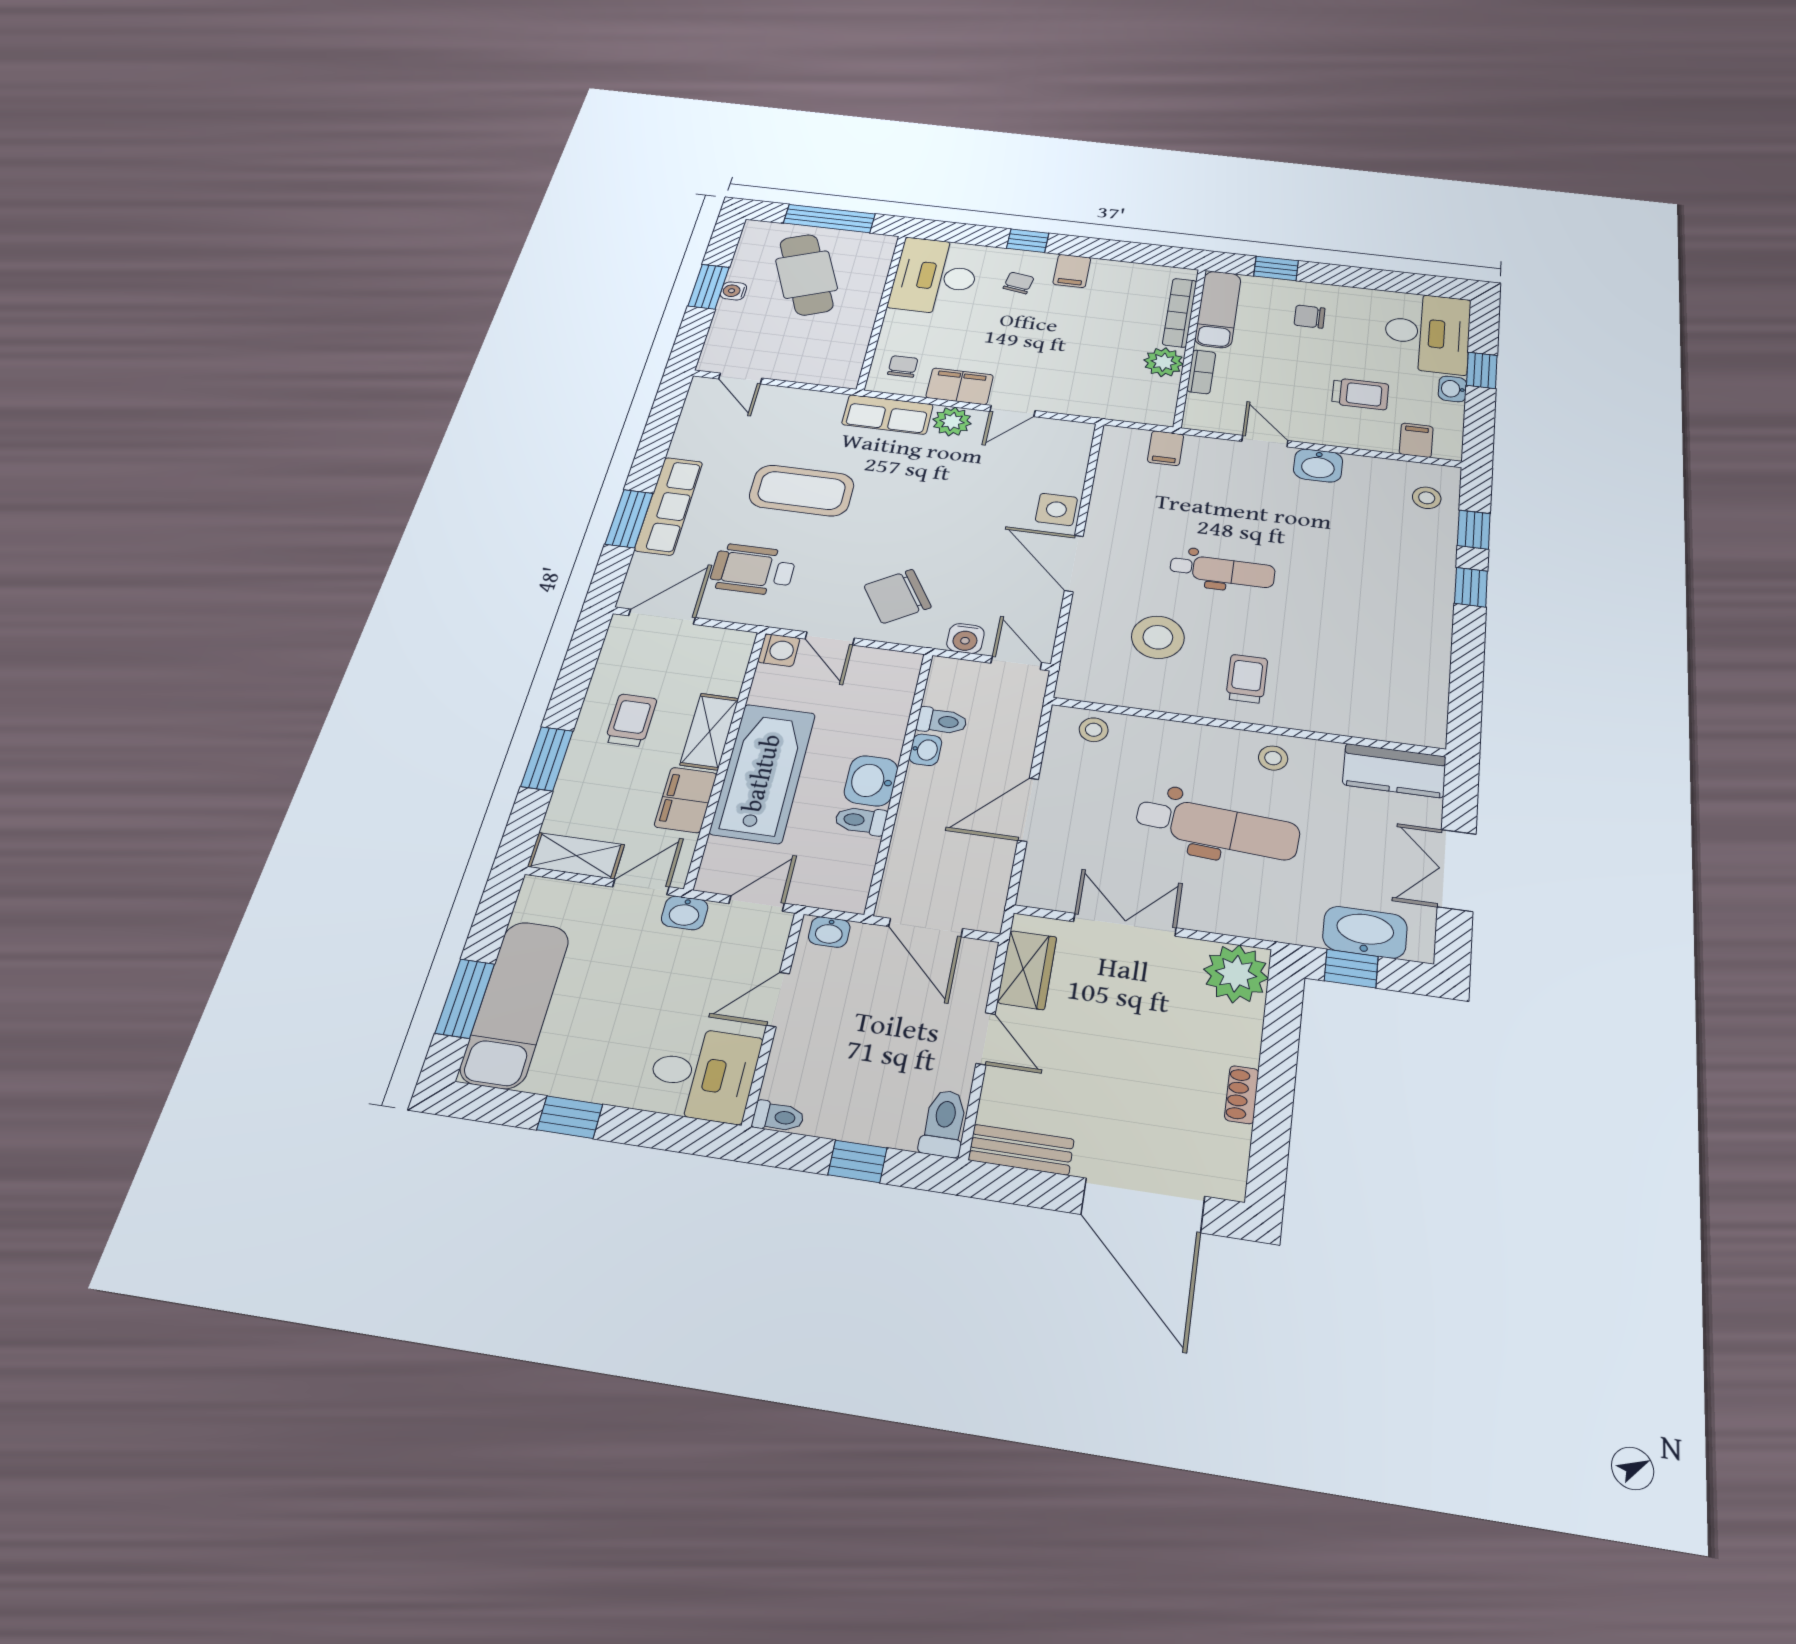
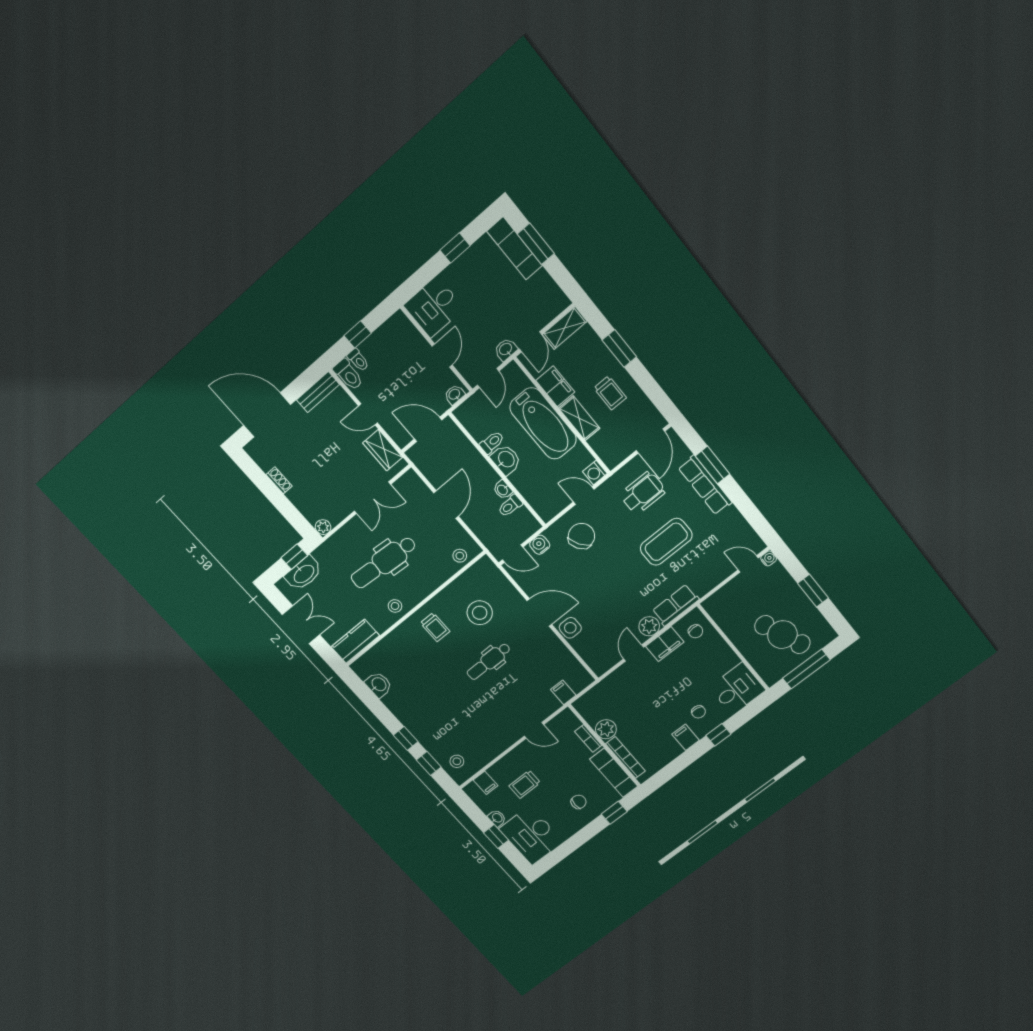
desk: (935, 276) -> (737, 689), width x0.73
water cooler: (733, 291) -> (769, 558), moved
washbasin: (1318, 465) -> (379, 685), moved, turned 90
plant: (1236, 974) -> (323, 527), width x0.53, depth x0.53
exam couch: (515, 1004) -> (515, 248), width x0.73, depth x0.69
toilet: (778, 1117) -> (358, 360), moved, turned -90

